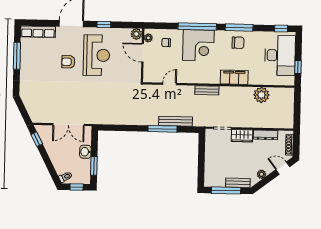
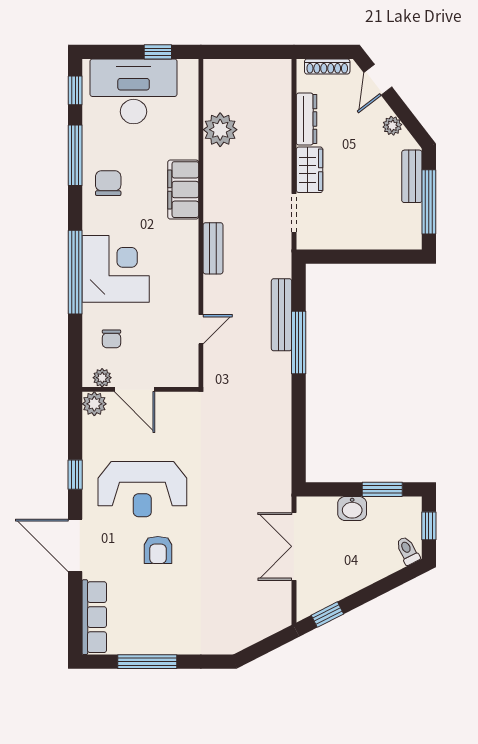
window: (239, 27) -> (75, 155), moved
door: (143, 53) -> (135, 389), hinge flipped
reception desk: (97, 55) -> (142, 489), turned 180
door: (170, 84) -> (201, 329), swing flipped
double door: (69, 125) -> (294, 546), swing flipped

